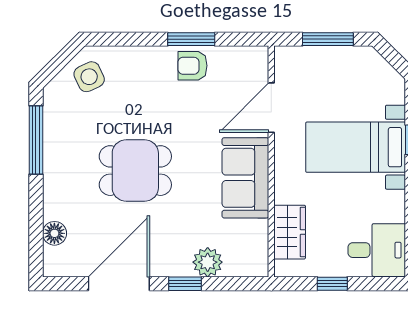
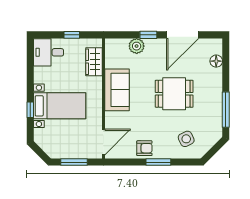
window: (191, 39) -> (158, 162), moved
side table: (89, 77) -> (186, 139), moved
door: (271, 108) -> (103, 142), moved

